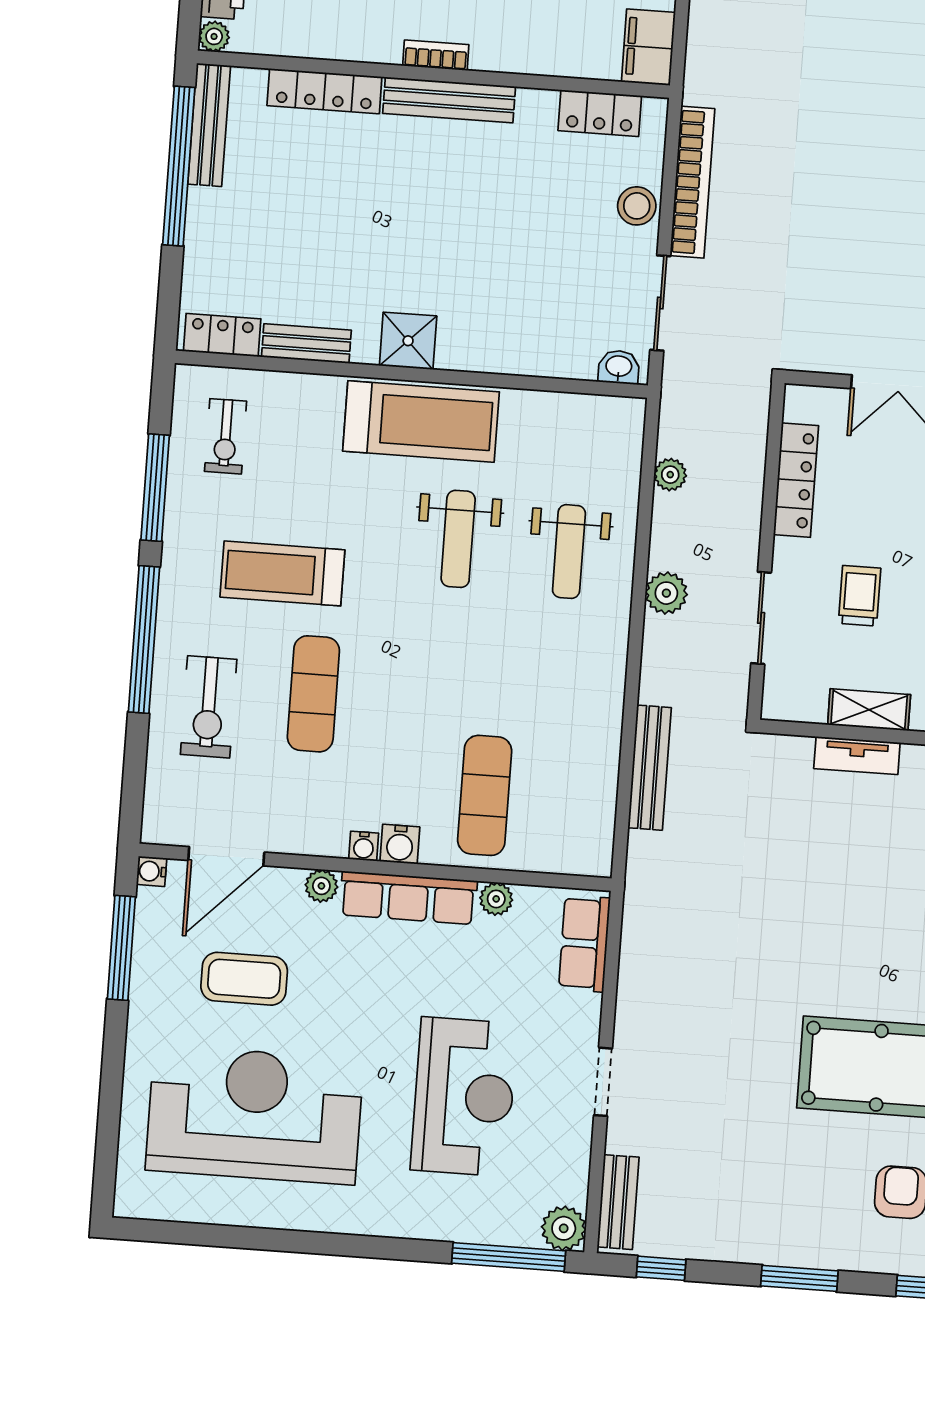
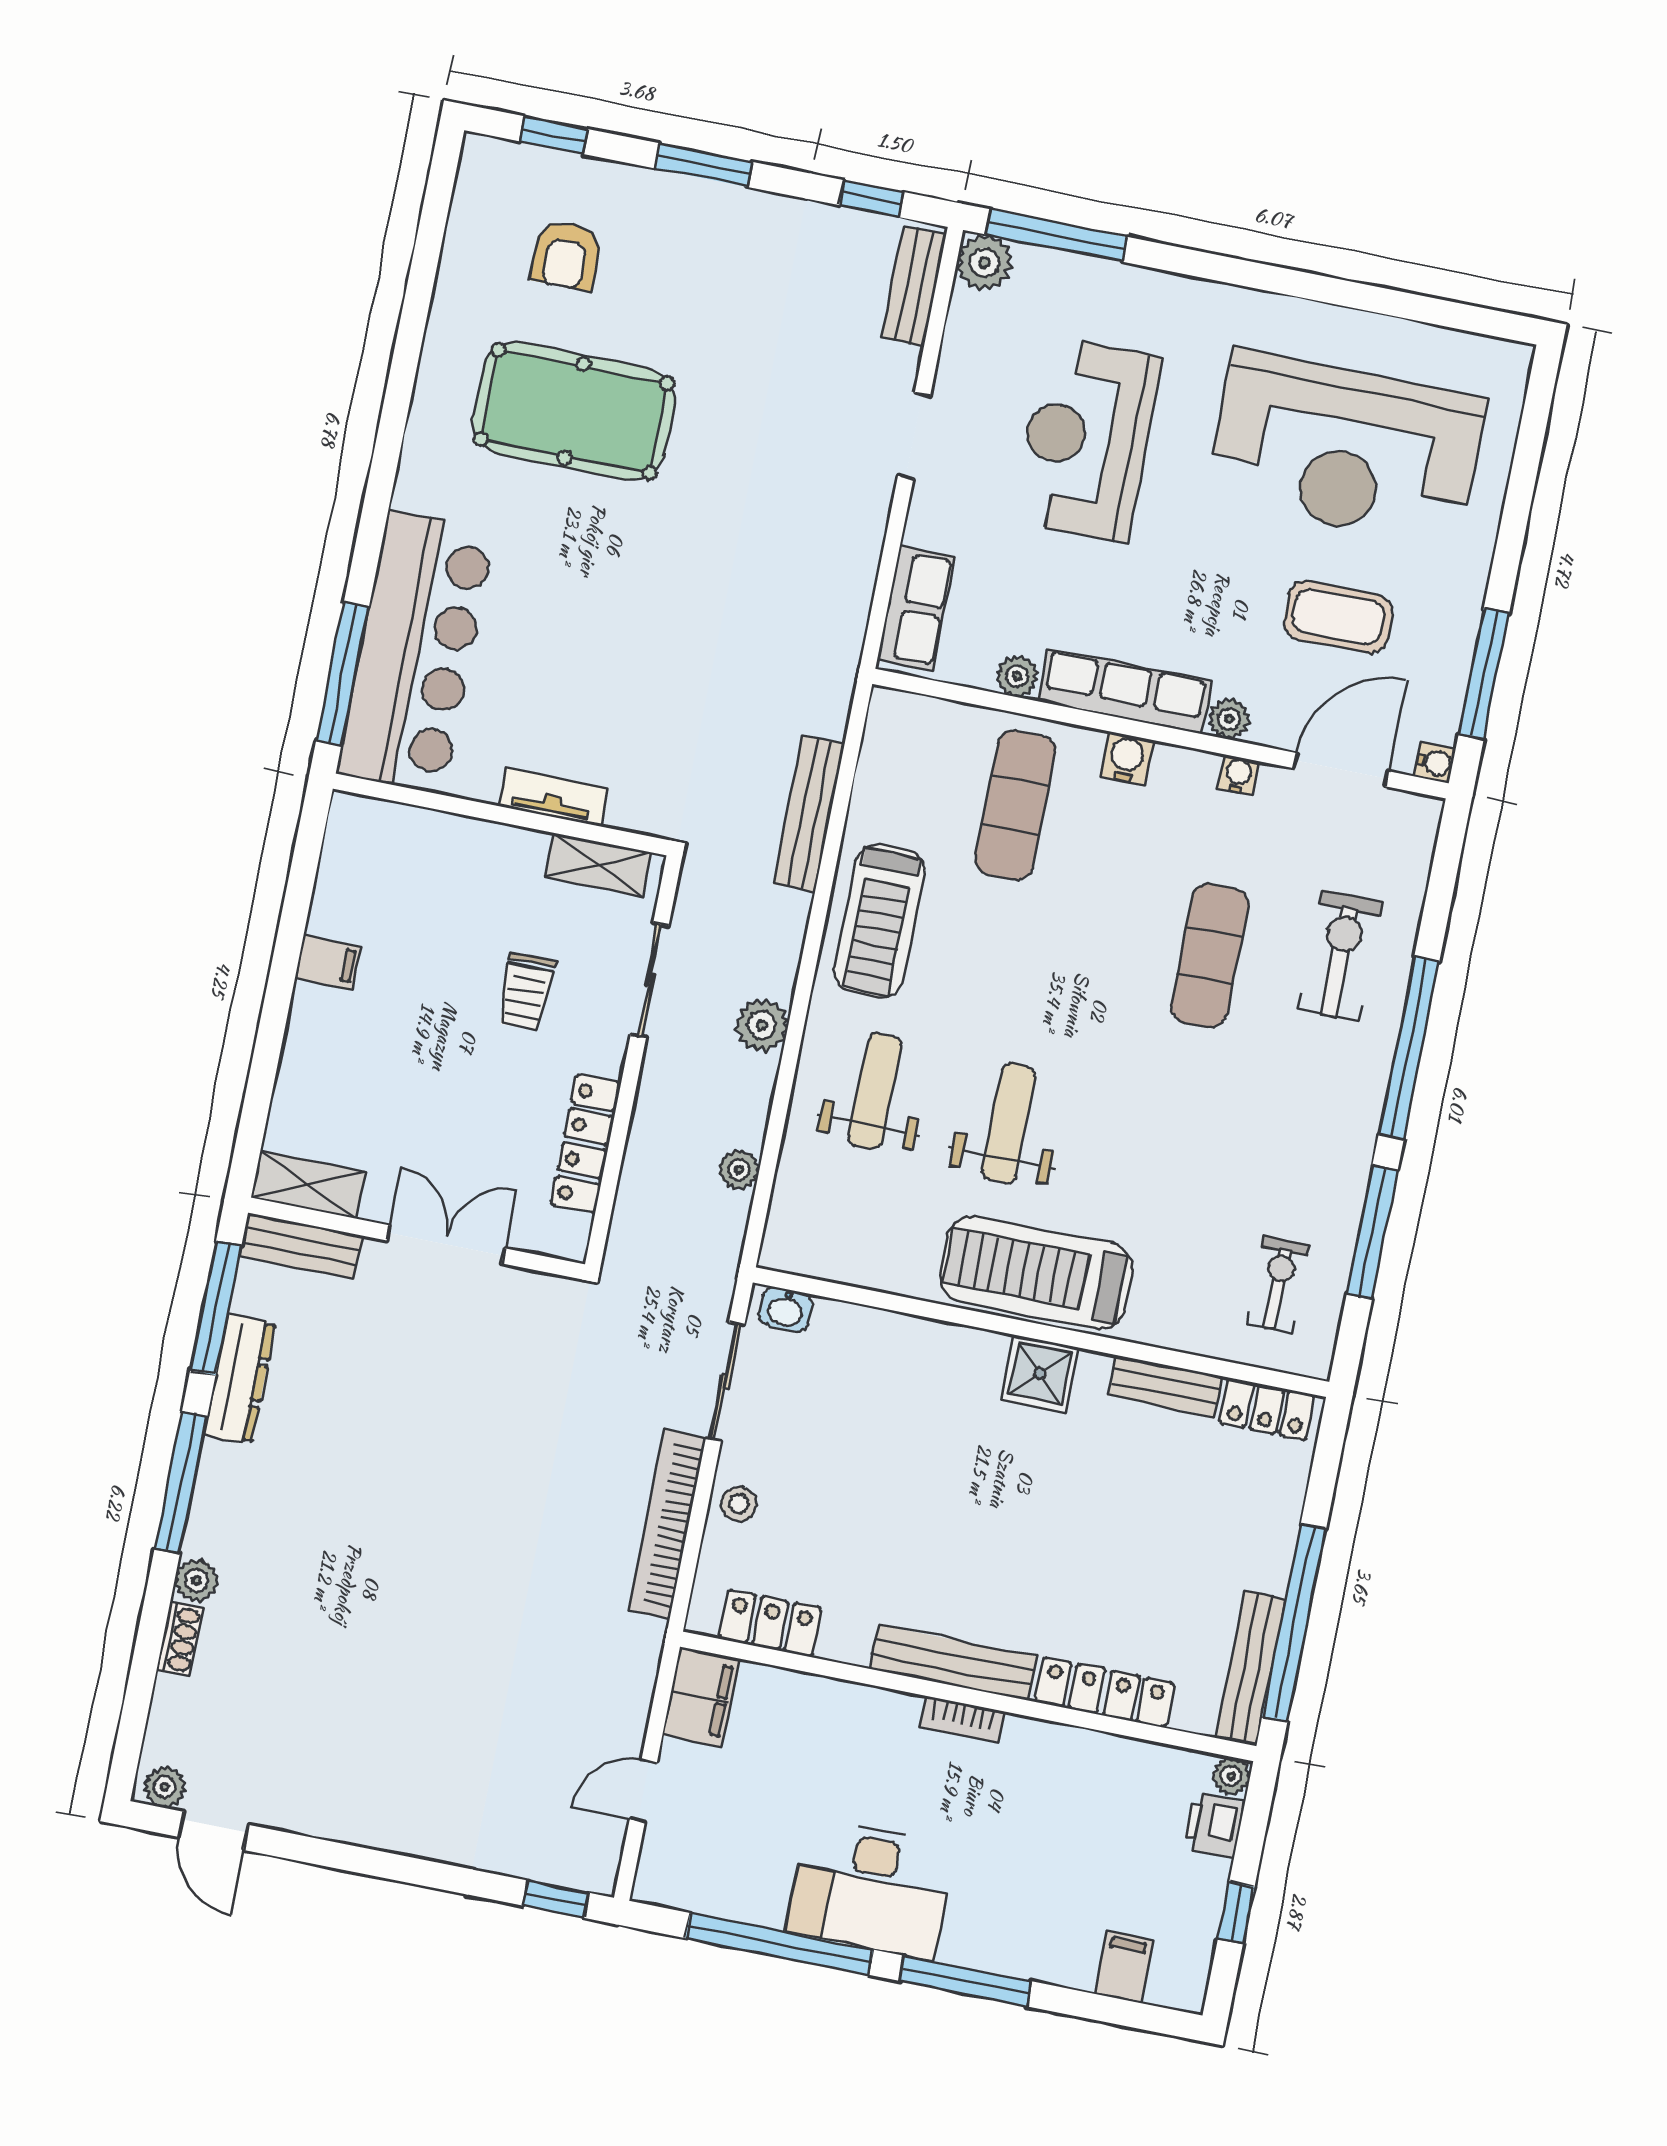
stool: (637, 206) -> (739, 1504), width x0.73, depth x0.73
treadmill: (282, 573) -> (879, 921), moved, turned 90
shelving: (869, 710) -> (598, 865), moved
water cooler: (364, 846) -> (1238, 775), moved

